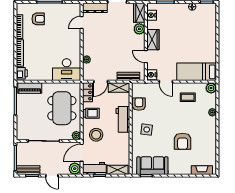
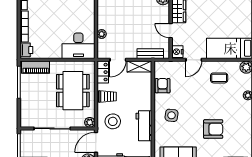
door: (166, 82) -> (194, 60), hinge flipped
workbench: (123, 119) -> (144, 126), moved
armchair: (183, 141) -> (213, 129), turned -90

